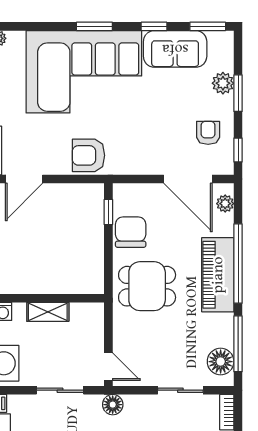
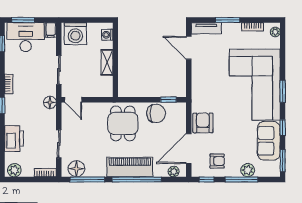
window: (238, 93) -> (242, 179), width x1.44
armchair: (88, 155) -> (203, 123), moved
door: (108, 367) -> (73, 100), hinge flipped

